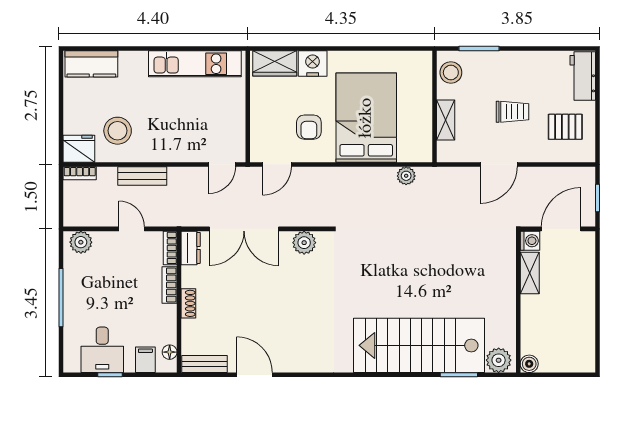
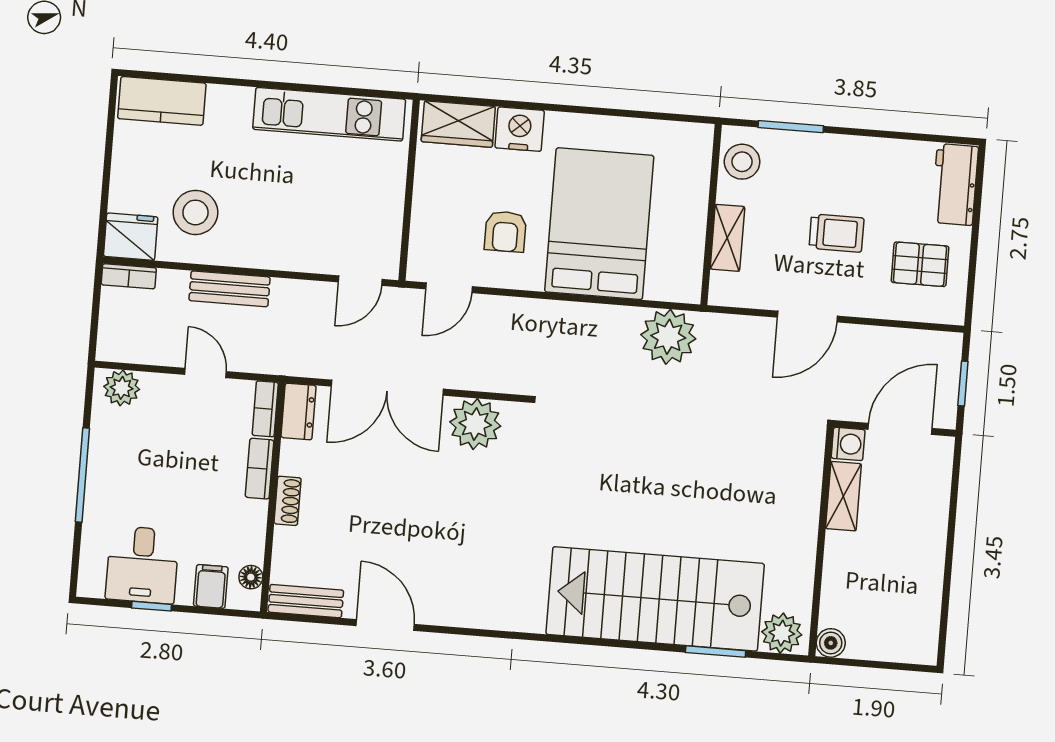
plant: (406, 176) -> (668, 337), width x1.87, depth x1.87
plant: (304, 243) -> (475, 424), width x1.36, depth x1.36

